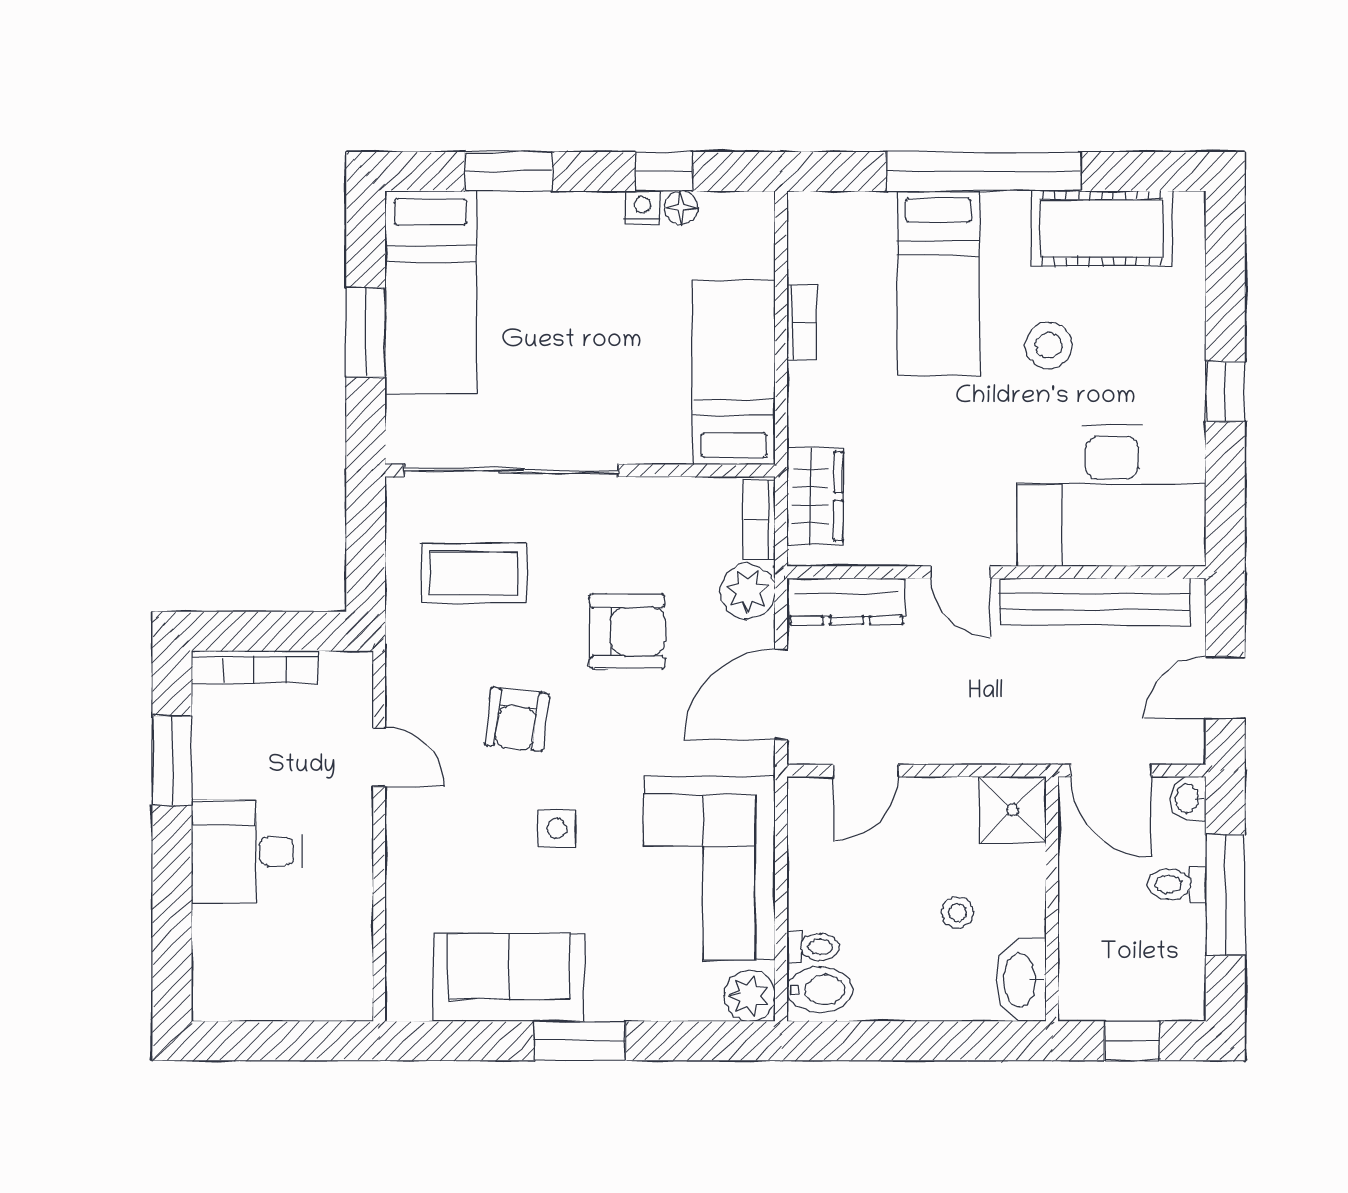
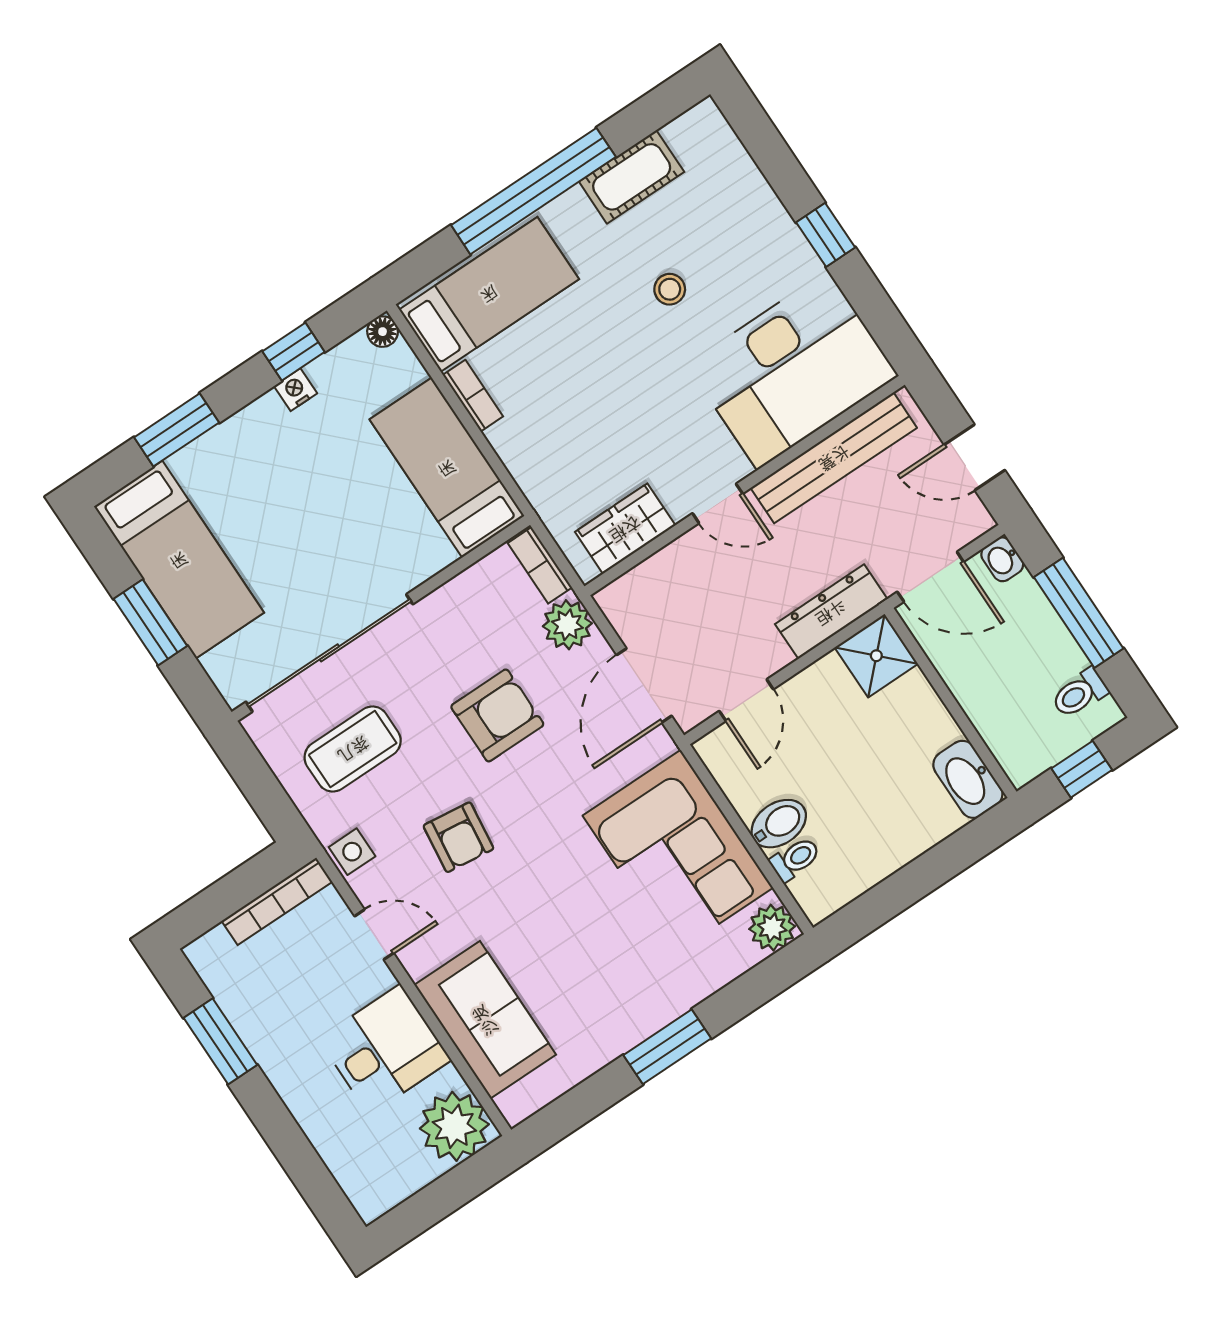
floor lamp: (681, 208) -> (383, 332), moved
cot: (1102, 228) -> (632, 177), width x0.73, depth x0.75
bed: (938, 283) -> (489, 294), moved, turned -90
stool: (1048, 346) -> (670, 289), width x0.73, depth x0.73
wardrobe: (815, 496) -> (625, 529), moved, turned -90
dresser: (846, 601) -> (831, 612), moved, turned 180
bookcase: (254, 667) -> (277, 901), moved
door: (1225, 688) -> (975, 457), hinge flipped
side table: (557, 829) -> (352, 852), moved
desk: (247, 851) -> (385, 1050), moved, turned 180
toilet: (1177, 884) -> (1080, 693), moved
stool: (958, 913) -> (887, 760), removed
sofa: (509, 978) -> (485, 1020), moved, turned 90
plant: (335, 983) -> (454, 1126), added
bidet: (820, 990) -> (779, 824), moved

